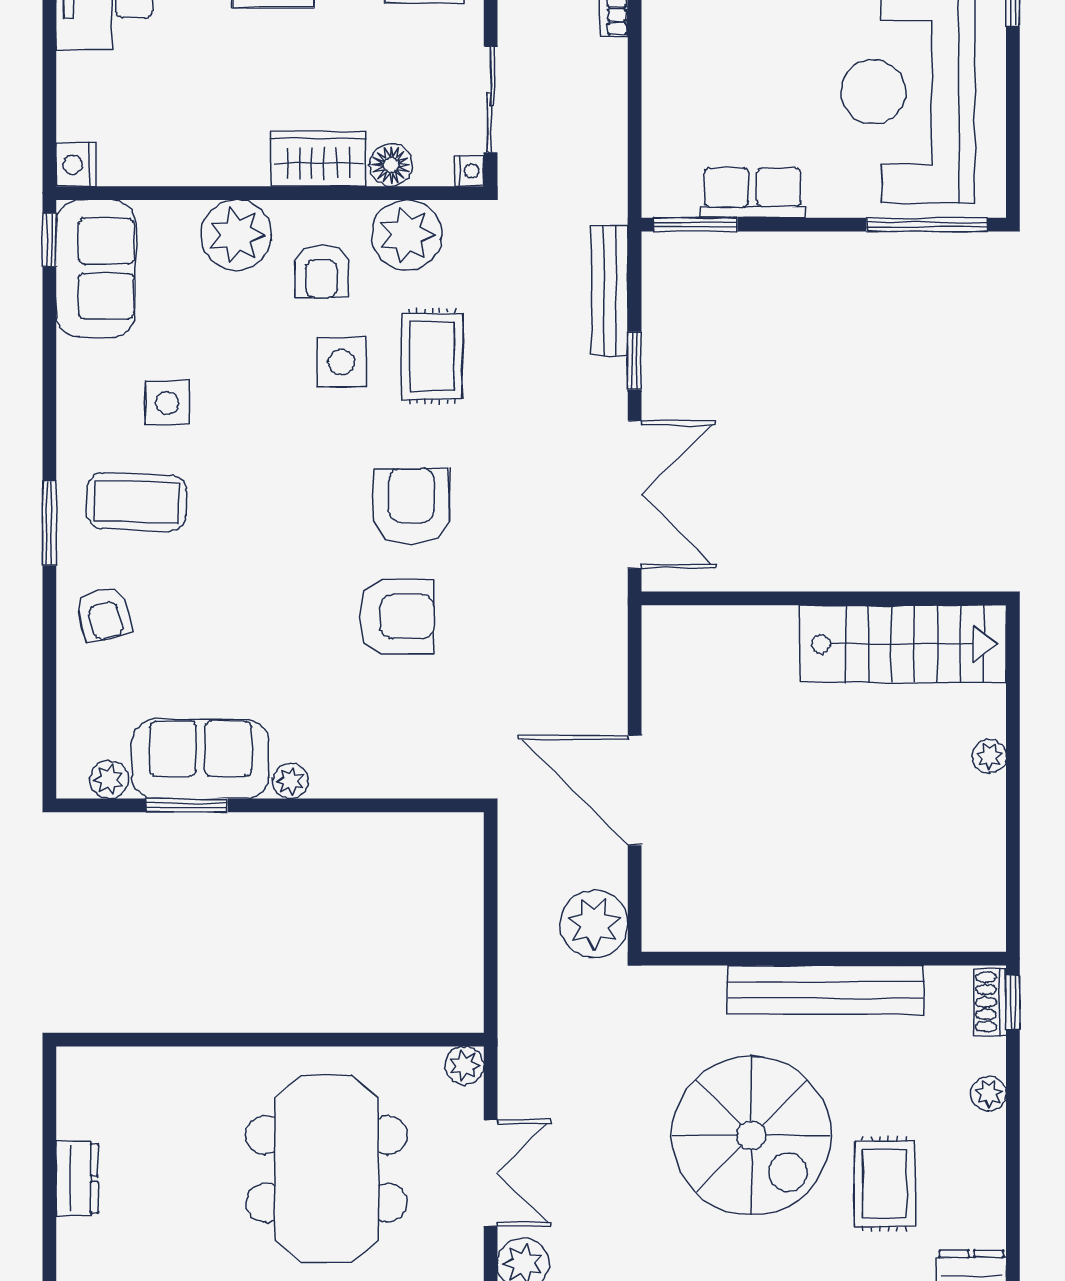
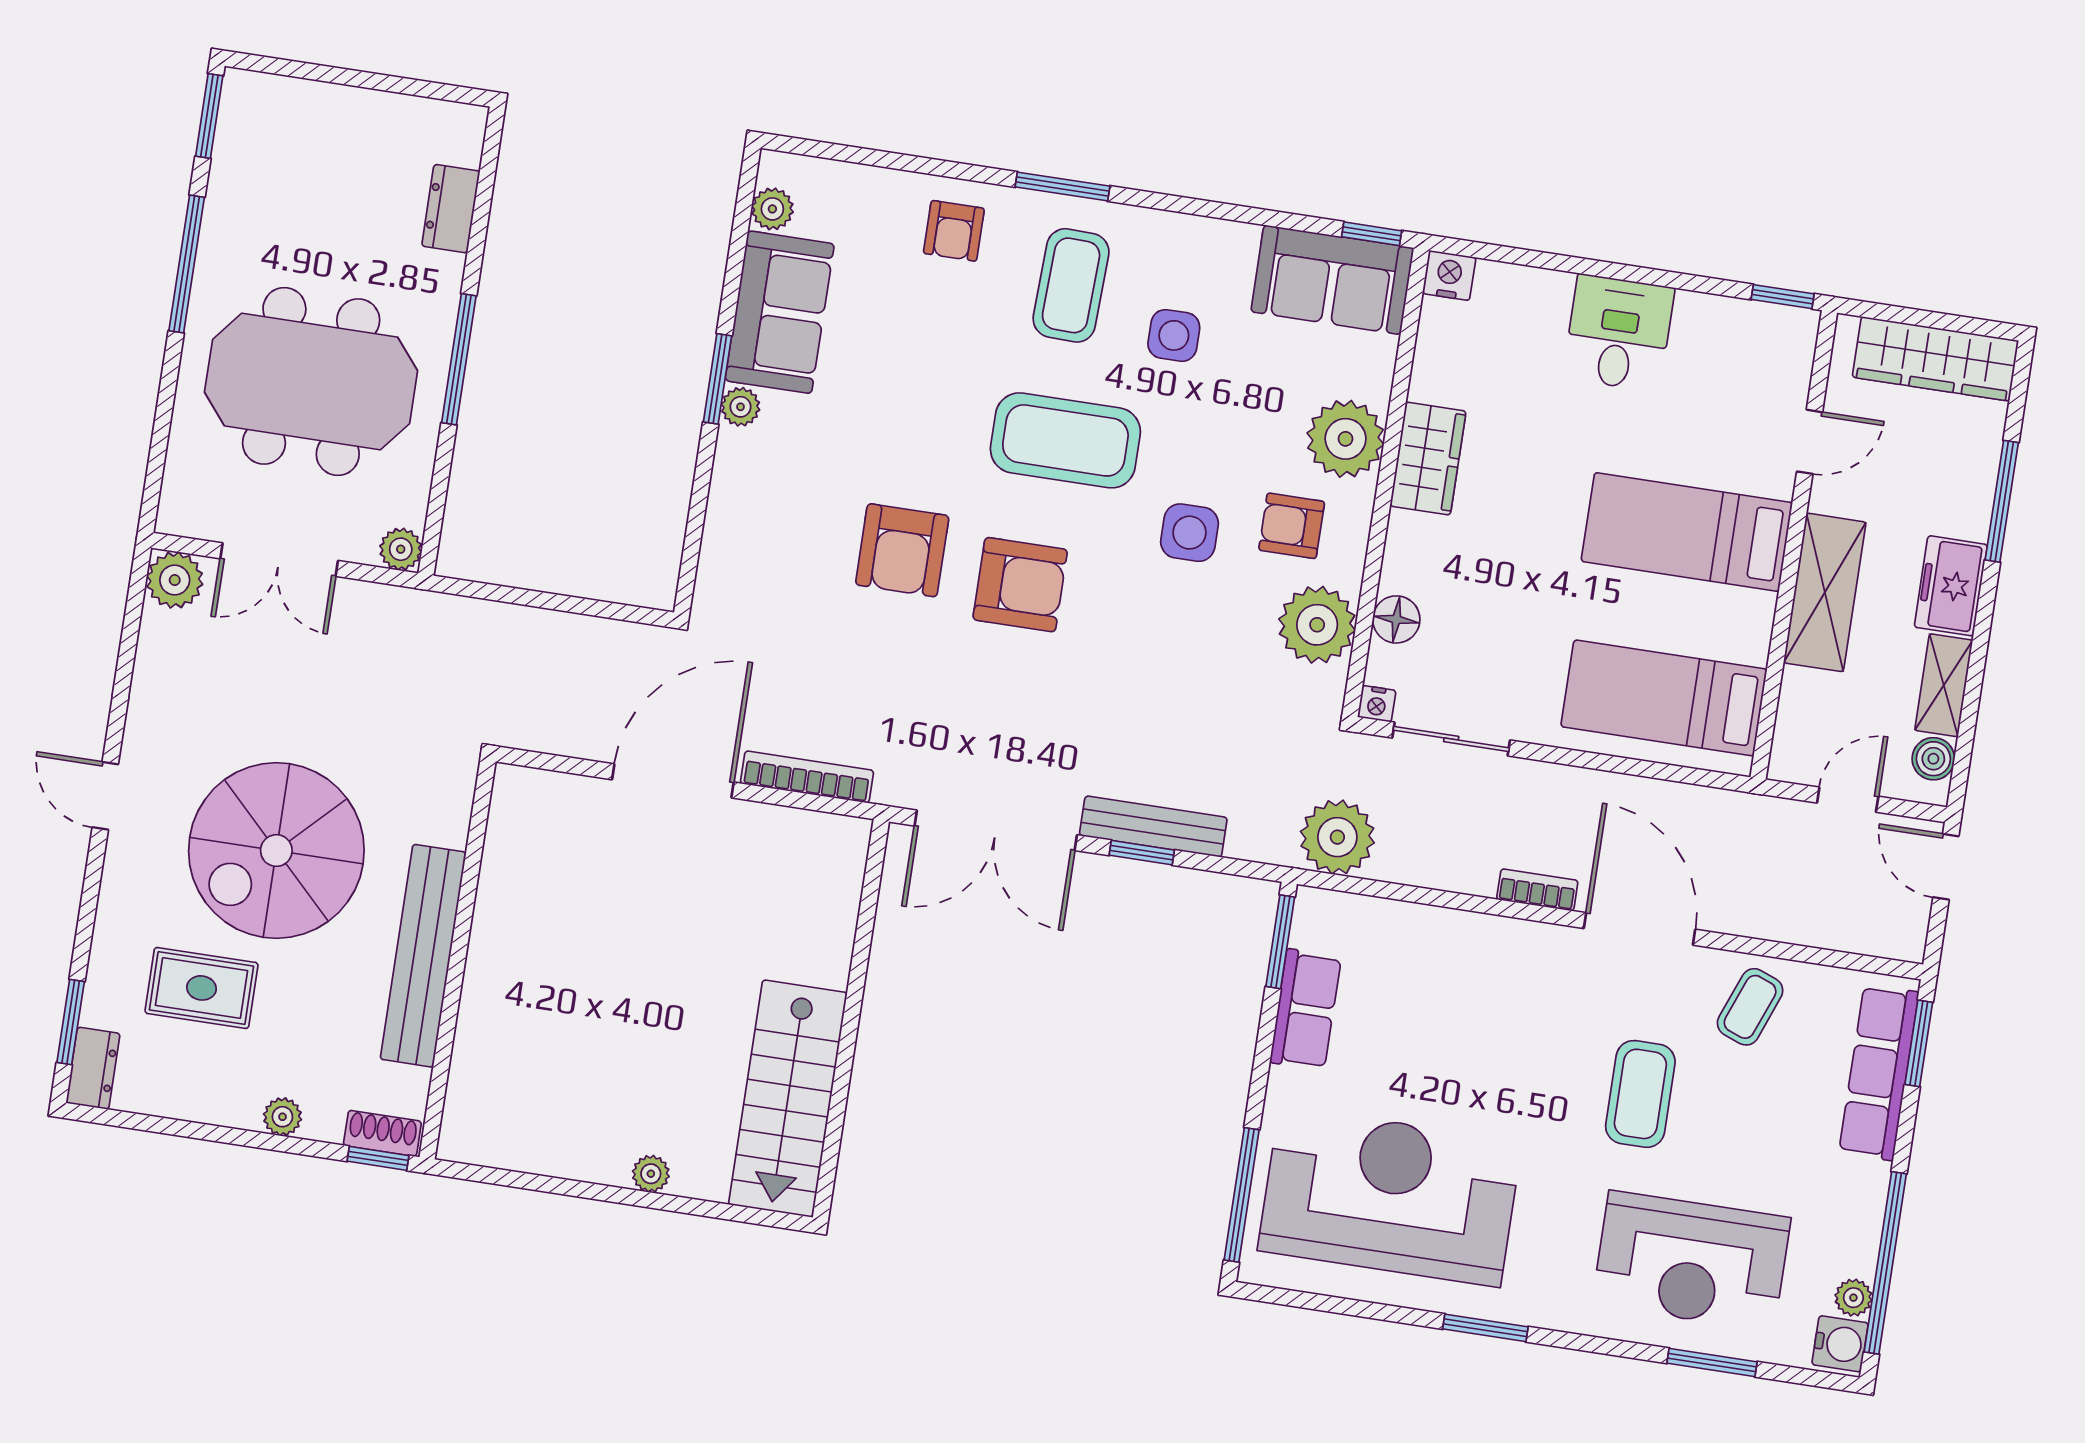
wardrobe: (318, 159) -> (1428, 459), moved
bench: (610, 291) -> (1153, 826), moved
rug: (432, 356) -> (1181, 632), removed
coffee table: (276, 486) -> (1065, 440), added
armchair: (104, 614) -> (954, 231), turned -75
bookcase: (613, 671) -> (807, 777), added
window: (187, 805) -> (717, 379), moved
plant: (594, 924) -> (1337, 837), moved
window: (287, 1040) -> (459, 359), added
dresser: (77, 1179) -> (451, 209), moved, turned 90

